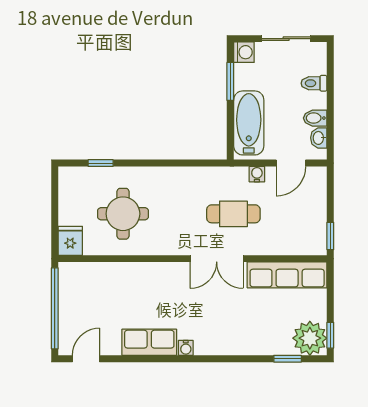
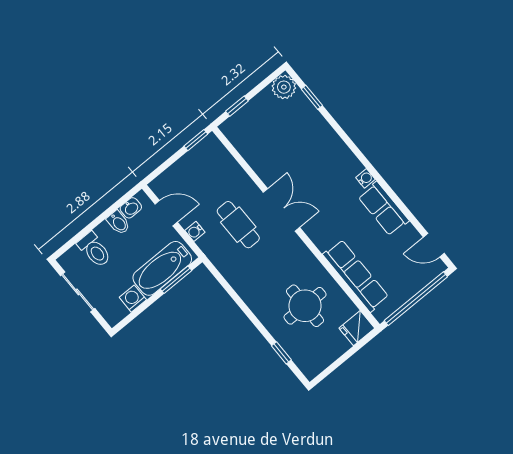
washing machine: (244, 52) -> (133, 299), moved
window: (230, 81) -> (176, 280), moved
toilet: (314, 83) -> (94, 250), width x1.37, depth x1.39
row of seats: (287, 275) -> (356, 276), moved
window: (330, 335) -> (237, 106), moved
plant: (310, 338) -> (284, 87), width x0.73, depth x0.73

